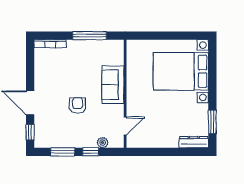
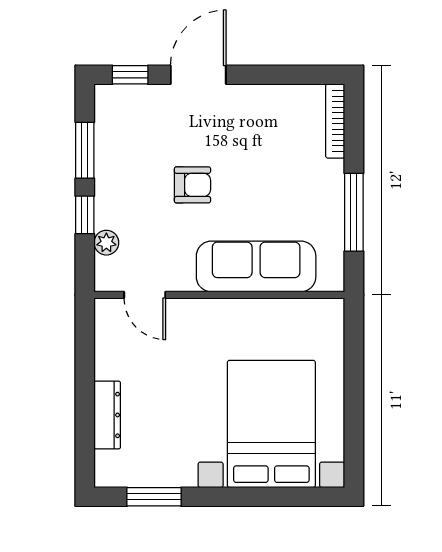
sofa: (113, 85) -> (256, 266), width x1.36
dresser: (194, 142) -> (107, 415), moved

